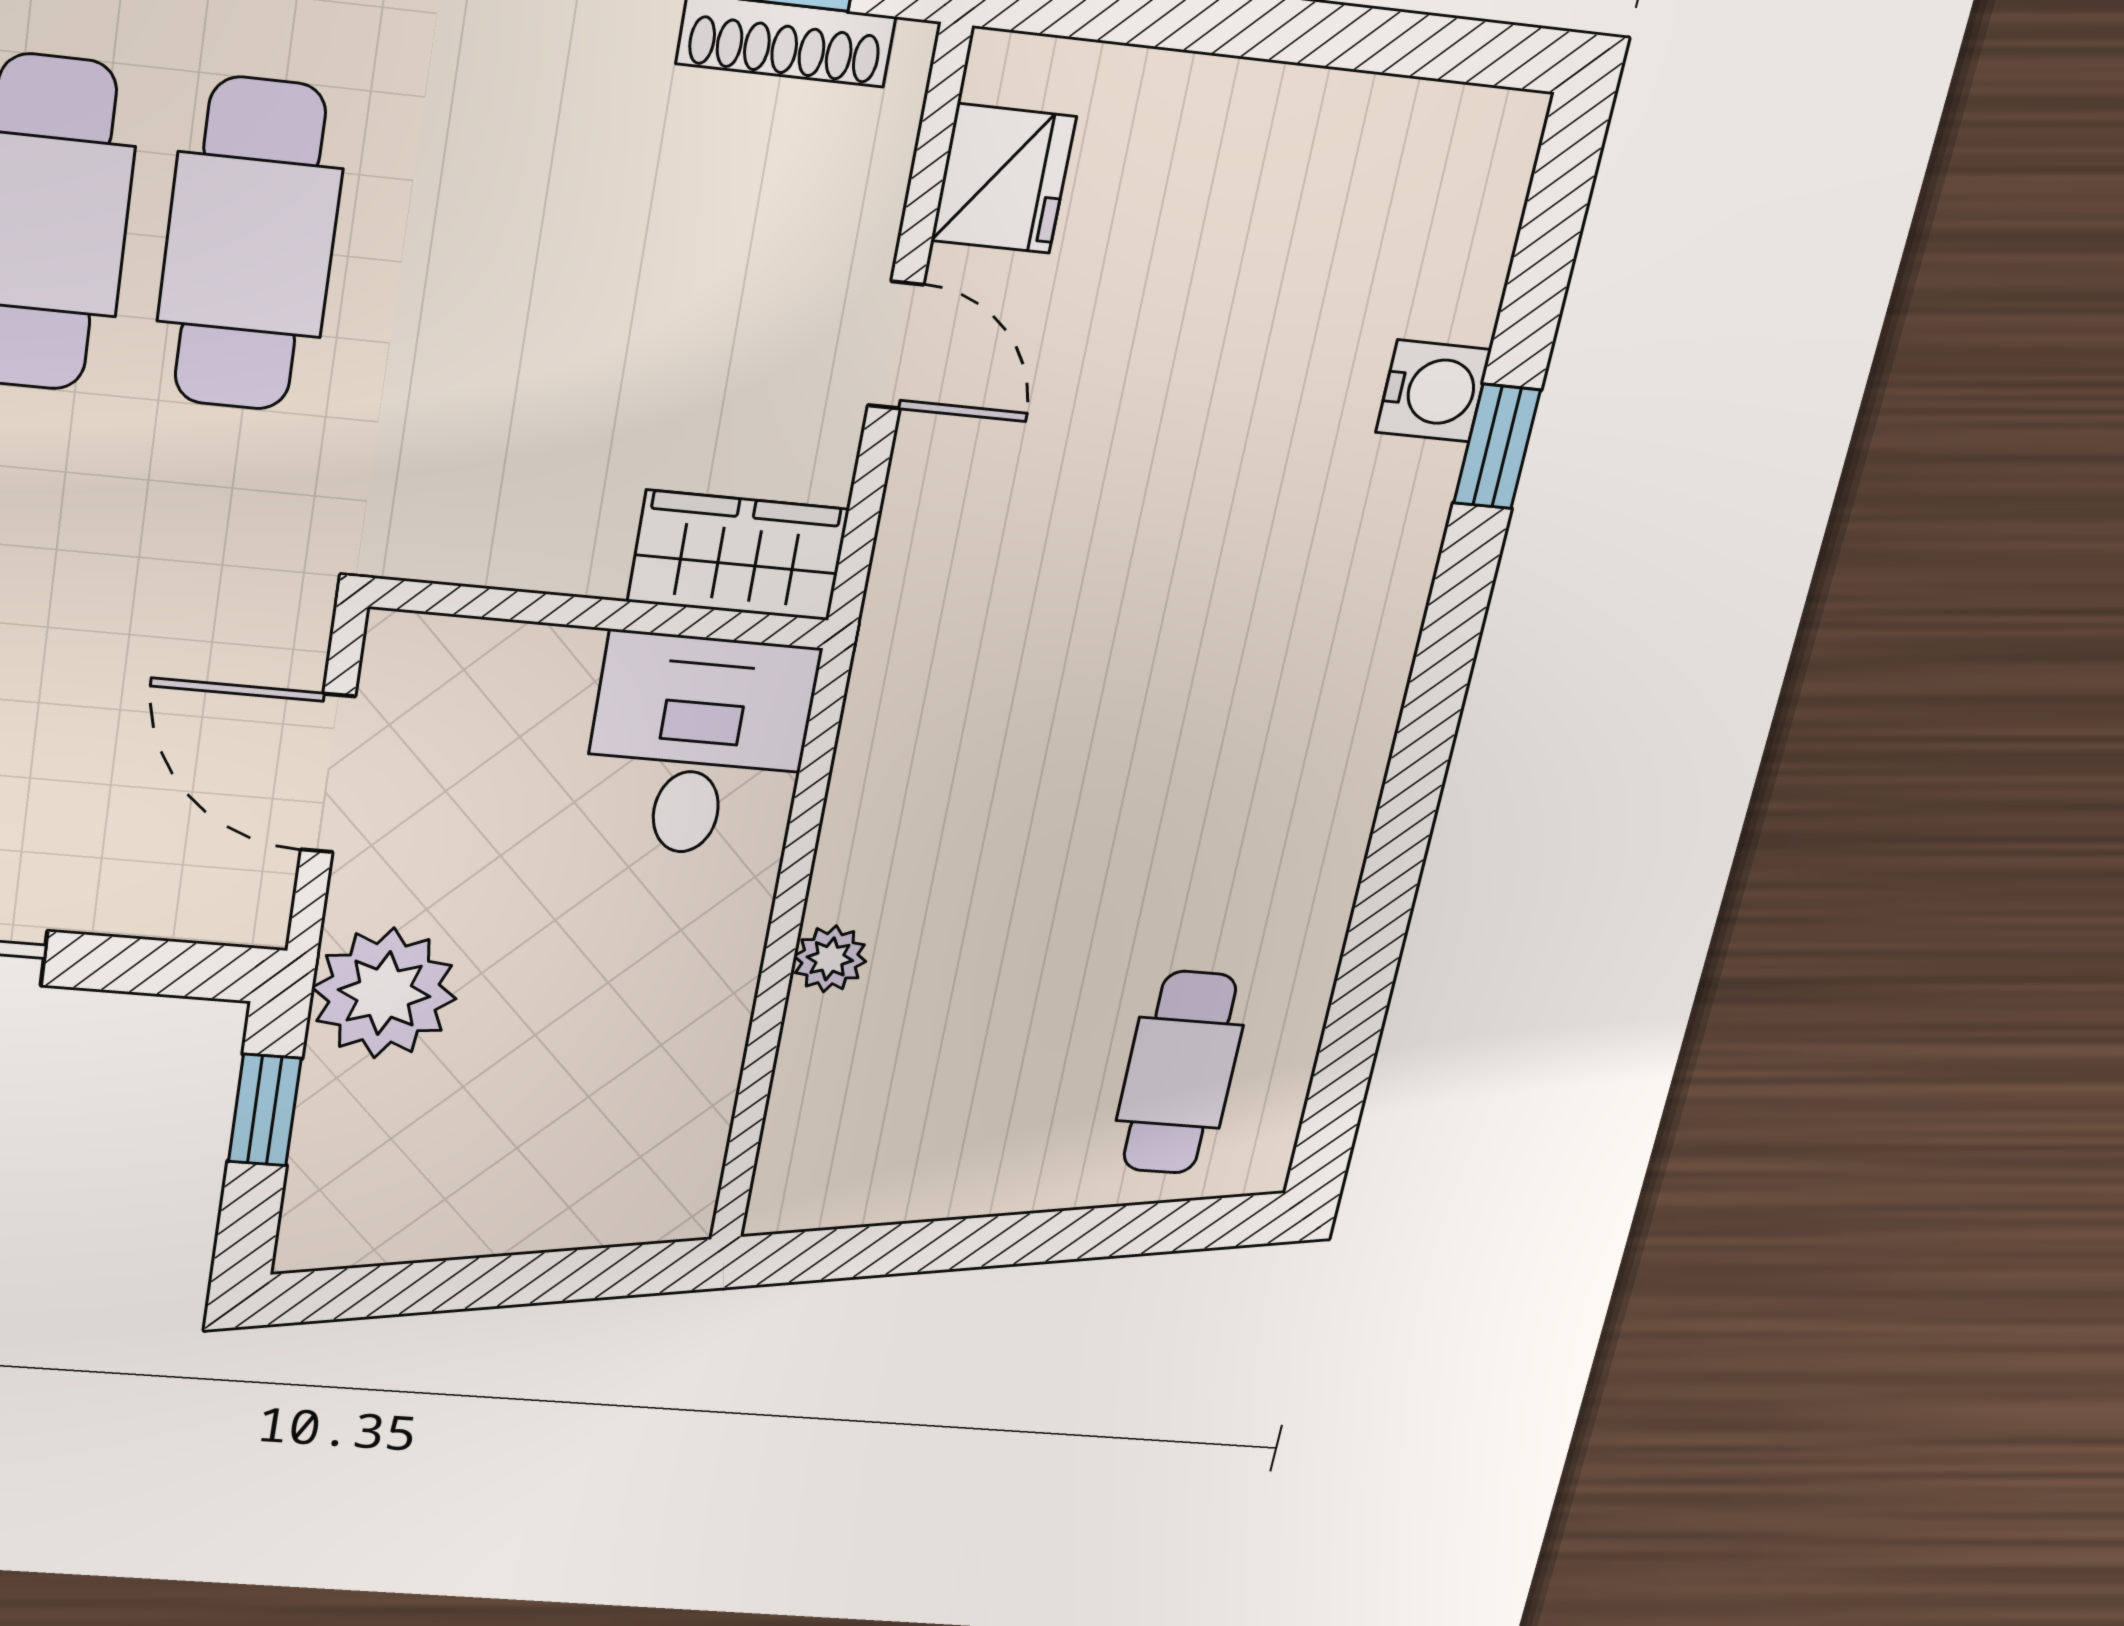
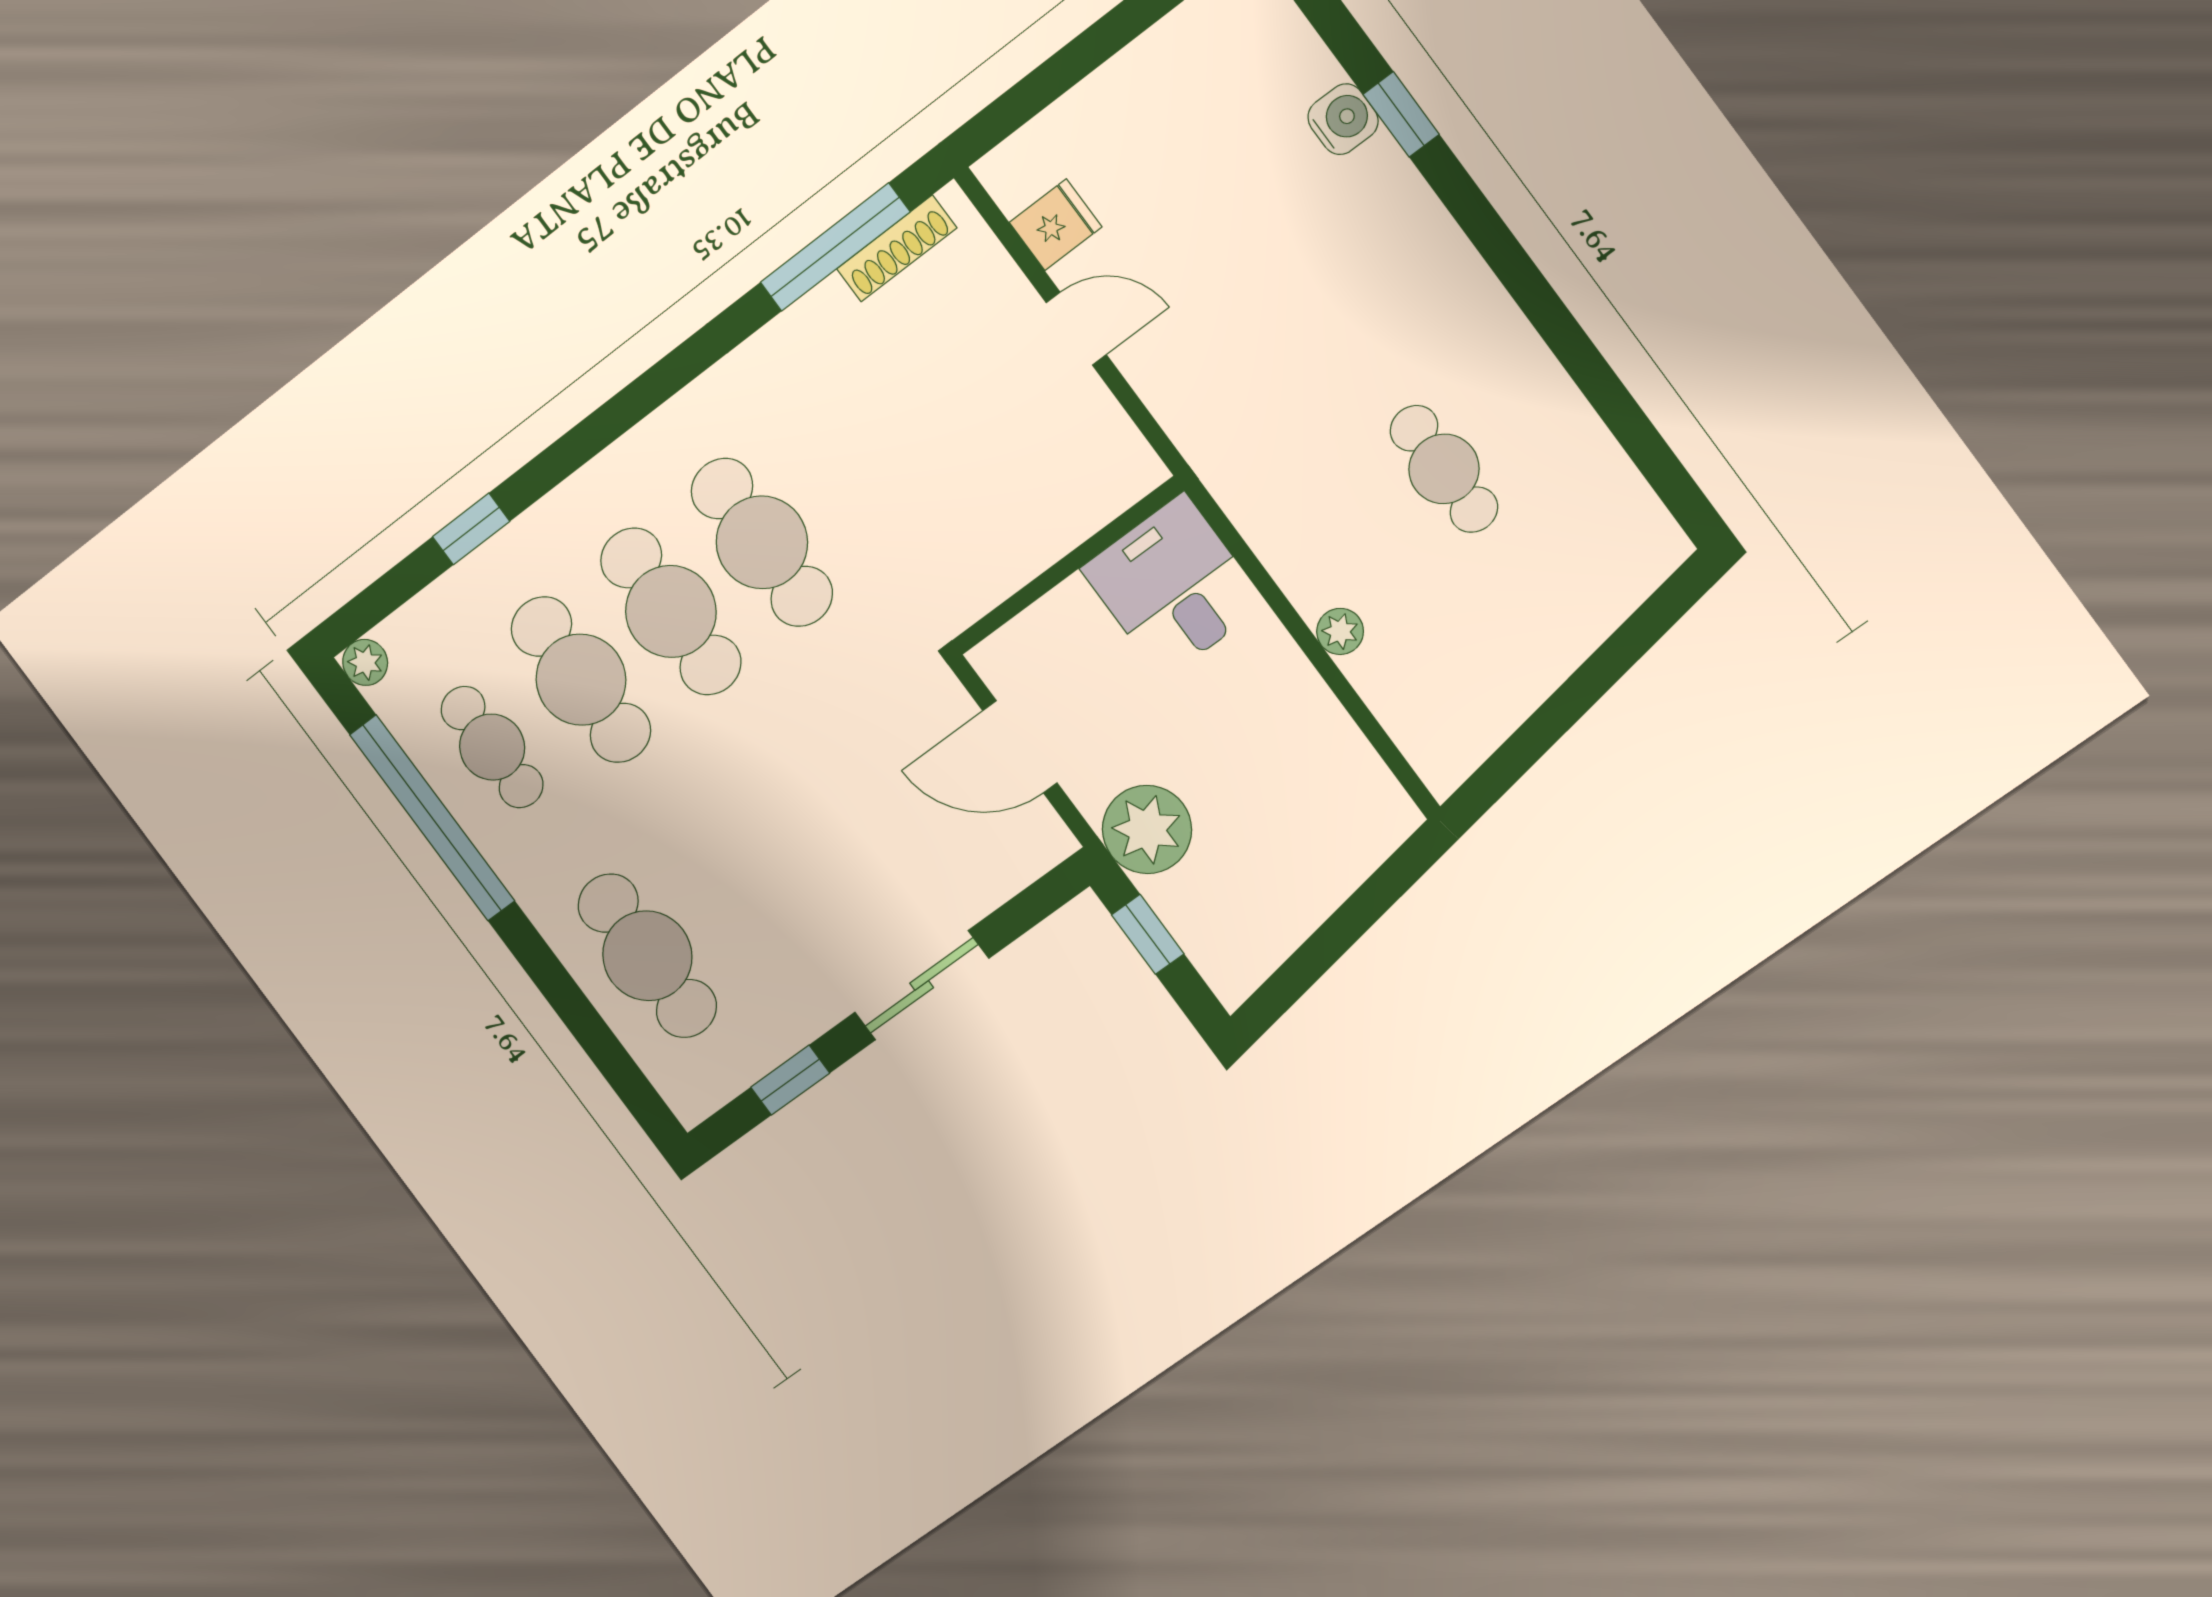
fridge: (1003, 179) -> (1056, 225), width x0.72
wardrobe: (738, 555) -> (1103, 484), removed
cafe table: (1180, 1073) -> (1444, 469), moved

